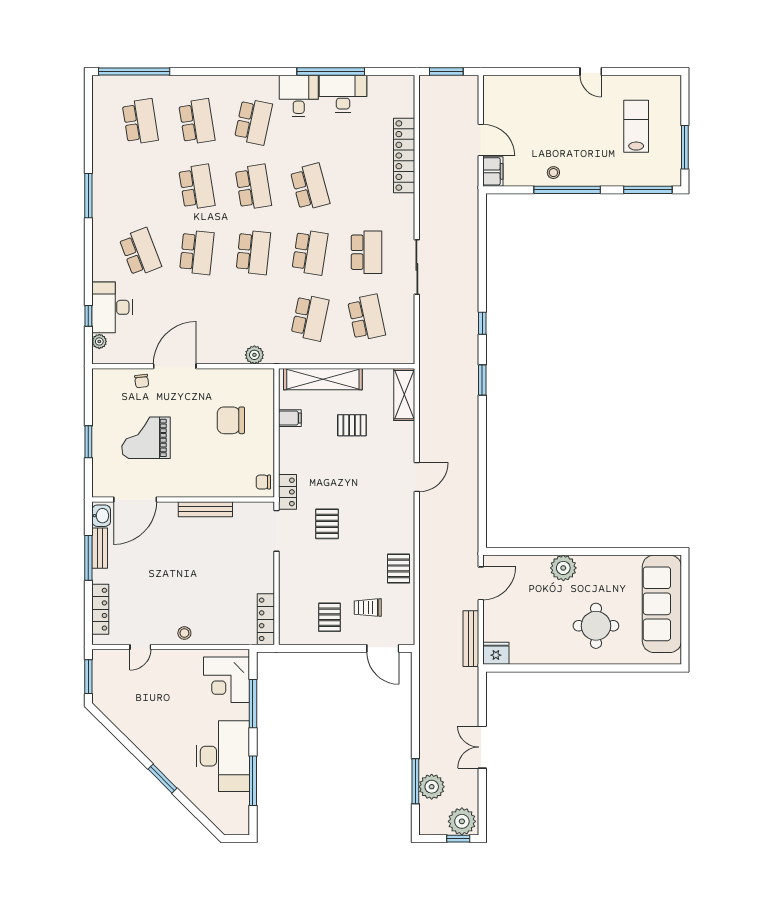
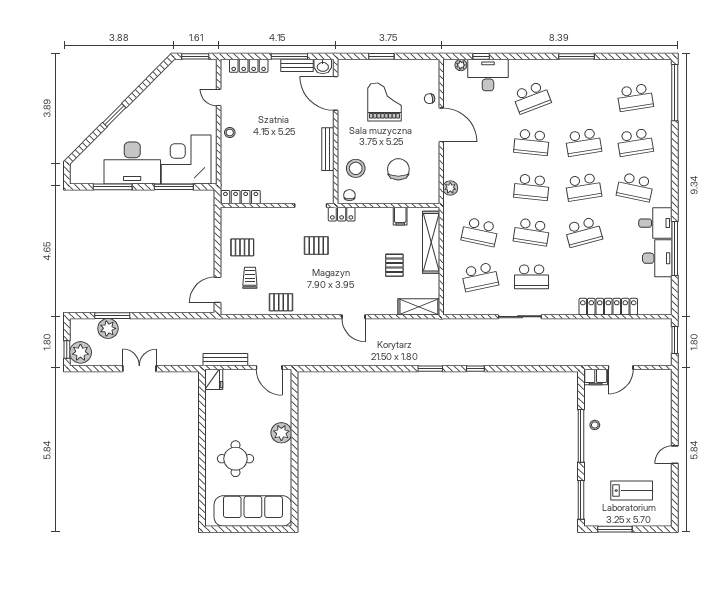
stool: (230, 474) -> (356, 168), added
corner desk: (227, 680) -> (186, 159), width x1.36, depth x1.36

